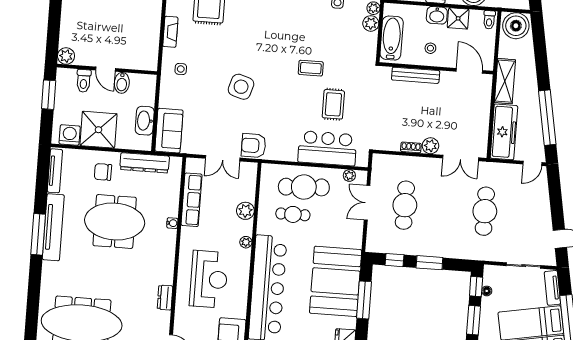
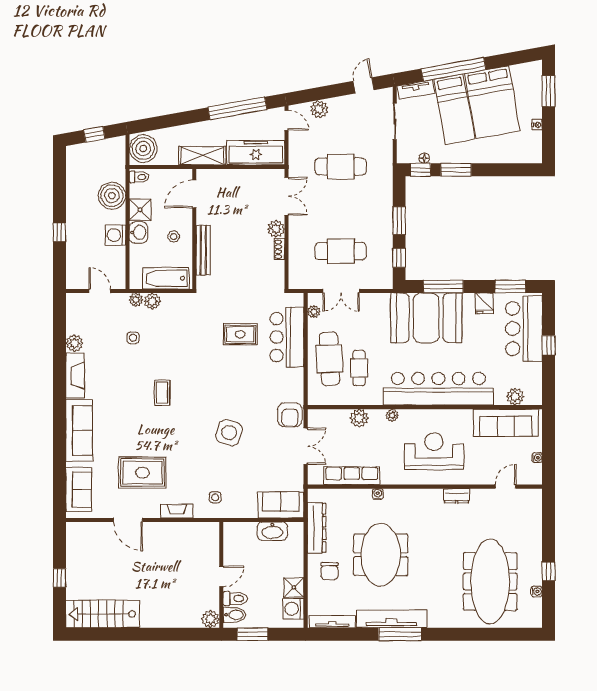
coffee table: (311, 68) -> (162, 393), moved
bidet: (122, 83) -> (234, 615), moved
shower: (98, 130) -> (294, 587), width x0.54, depth x0.54
plant: (541, 195) -> (319, 109), added

